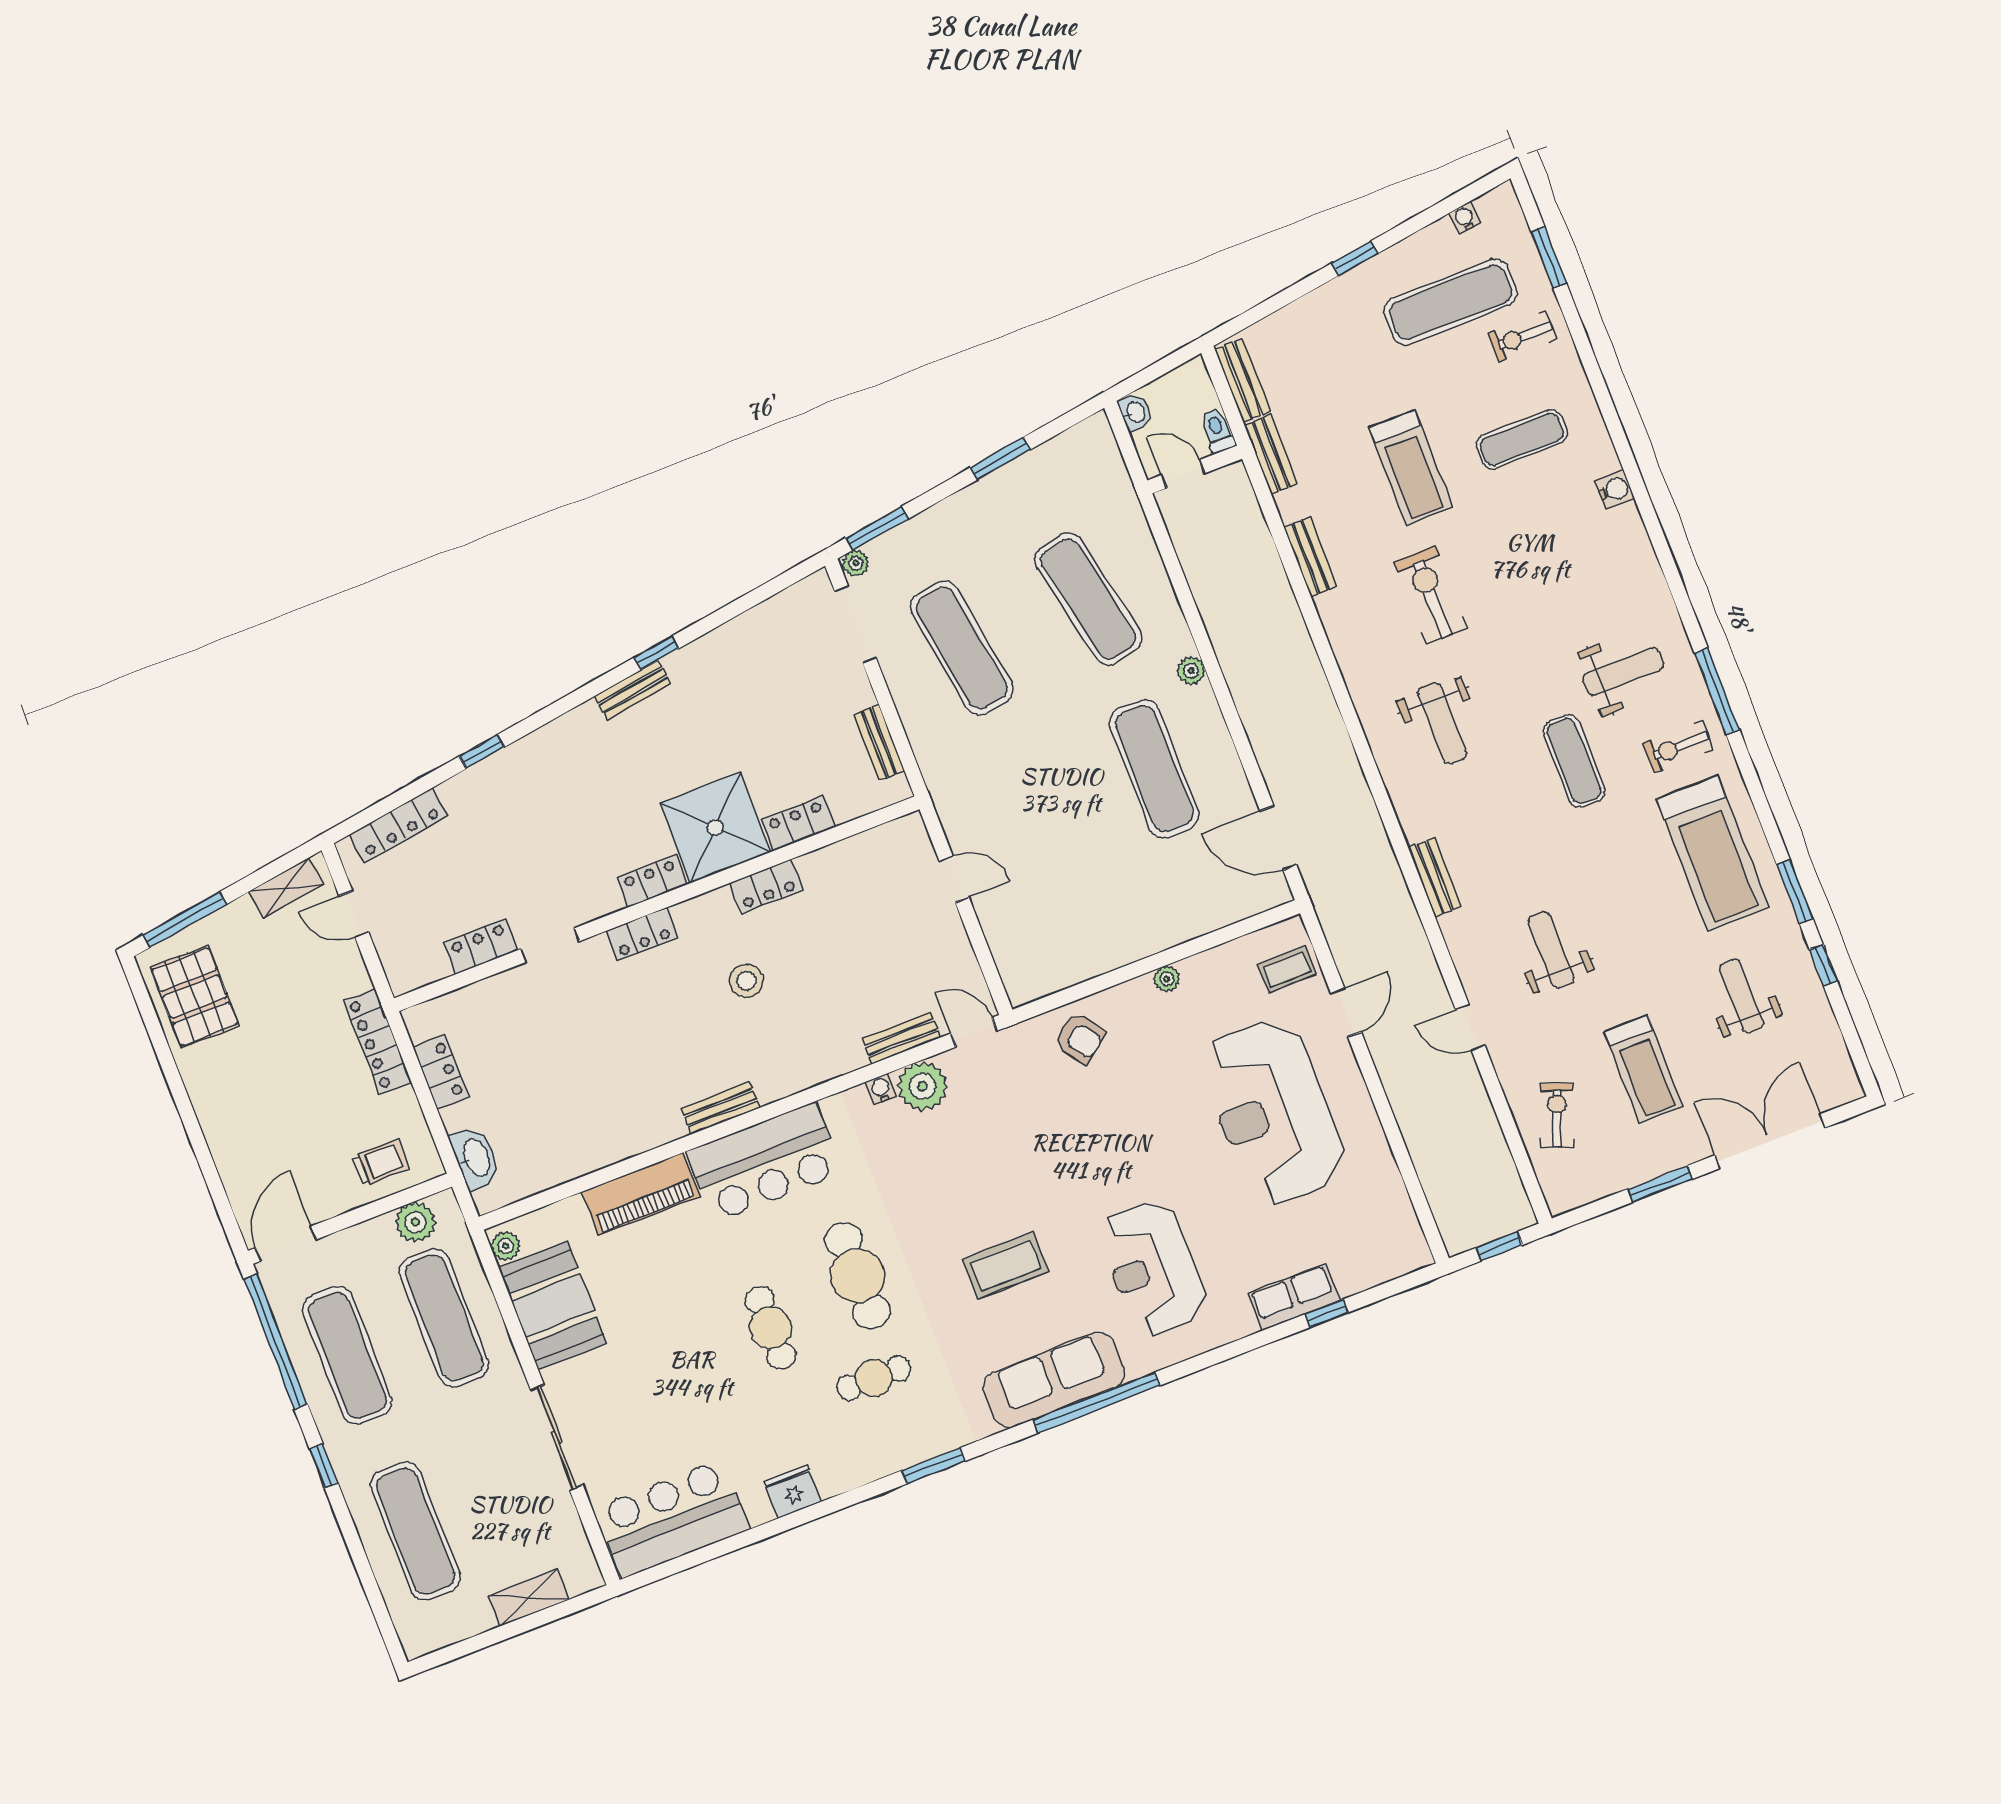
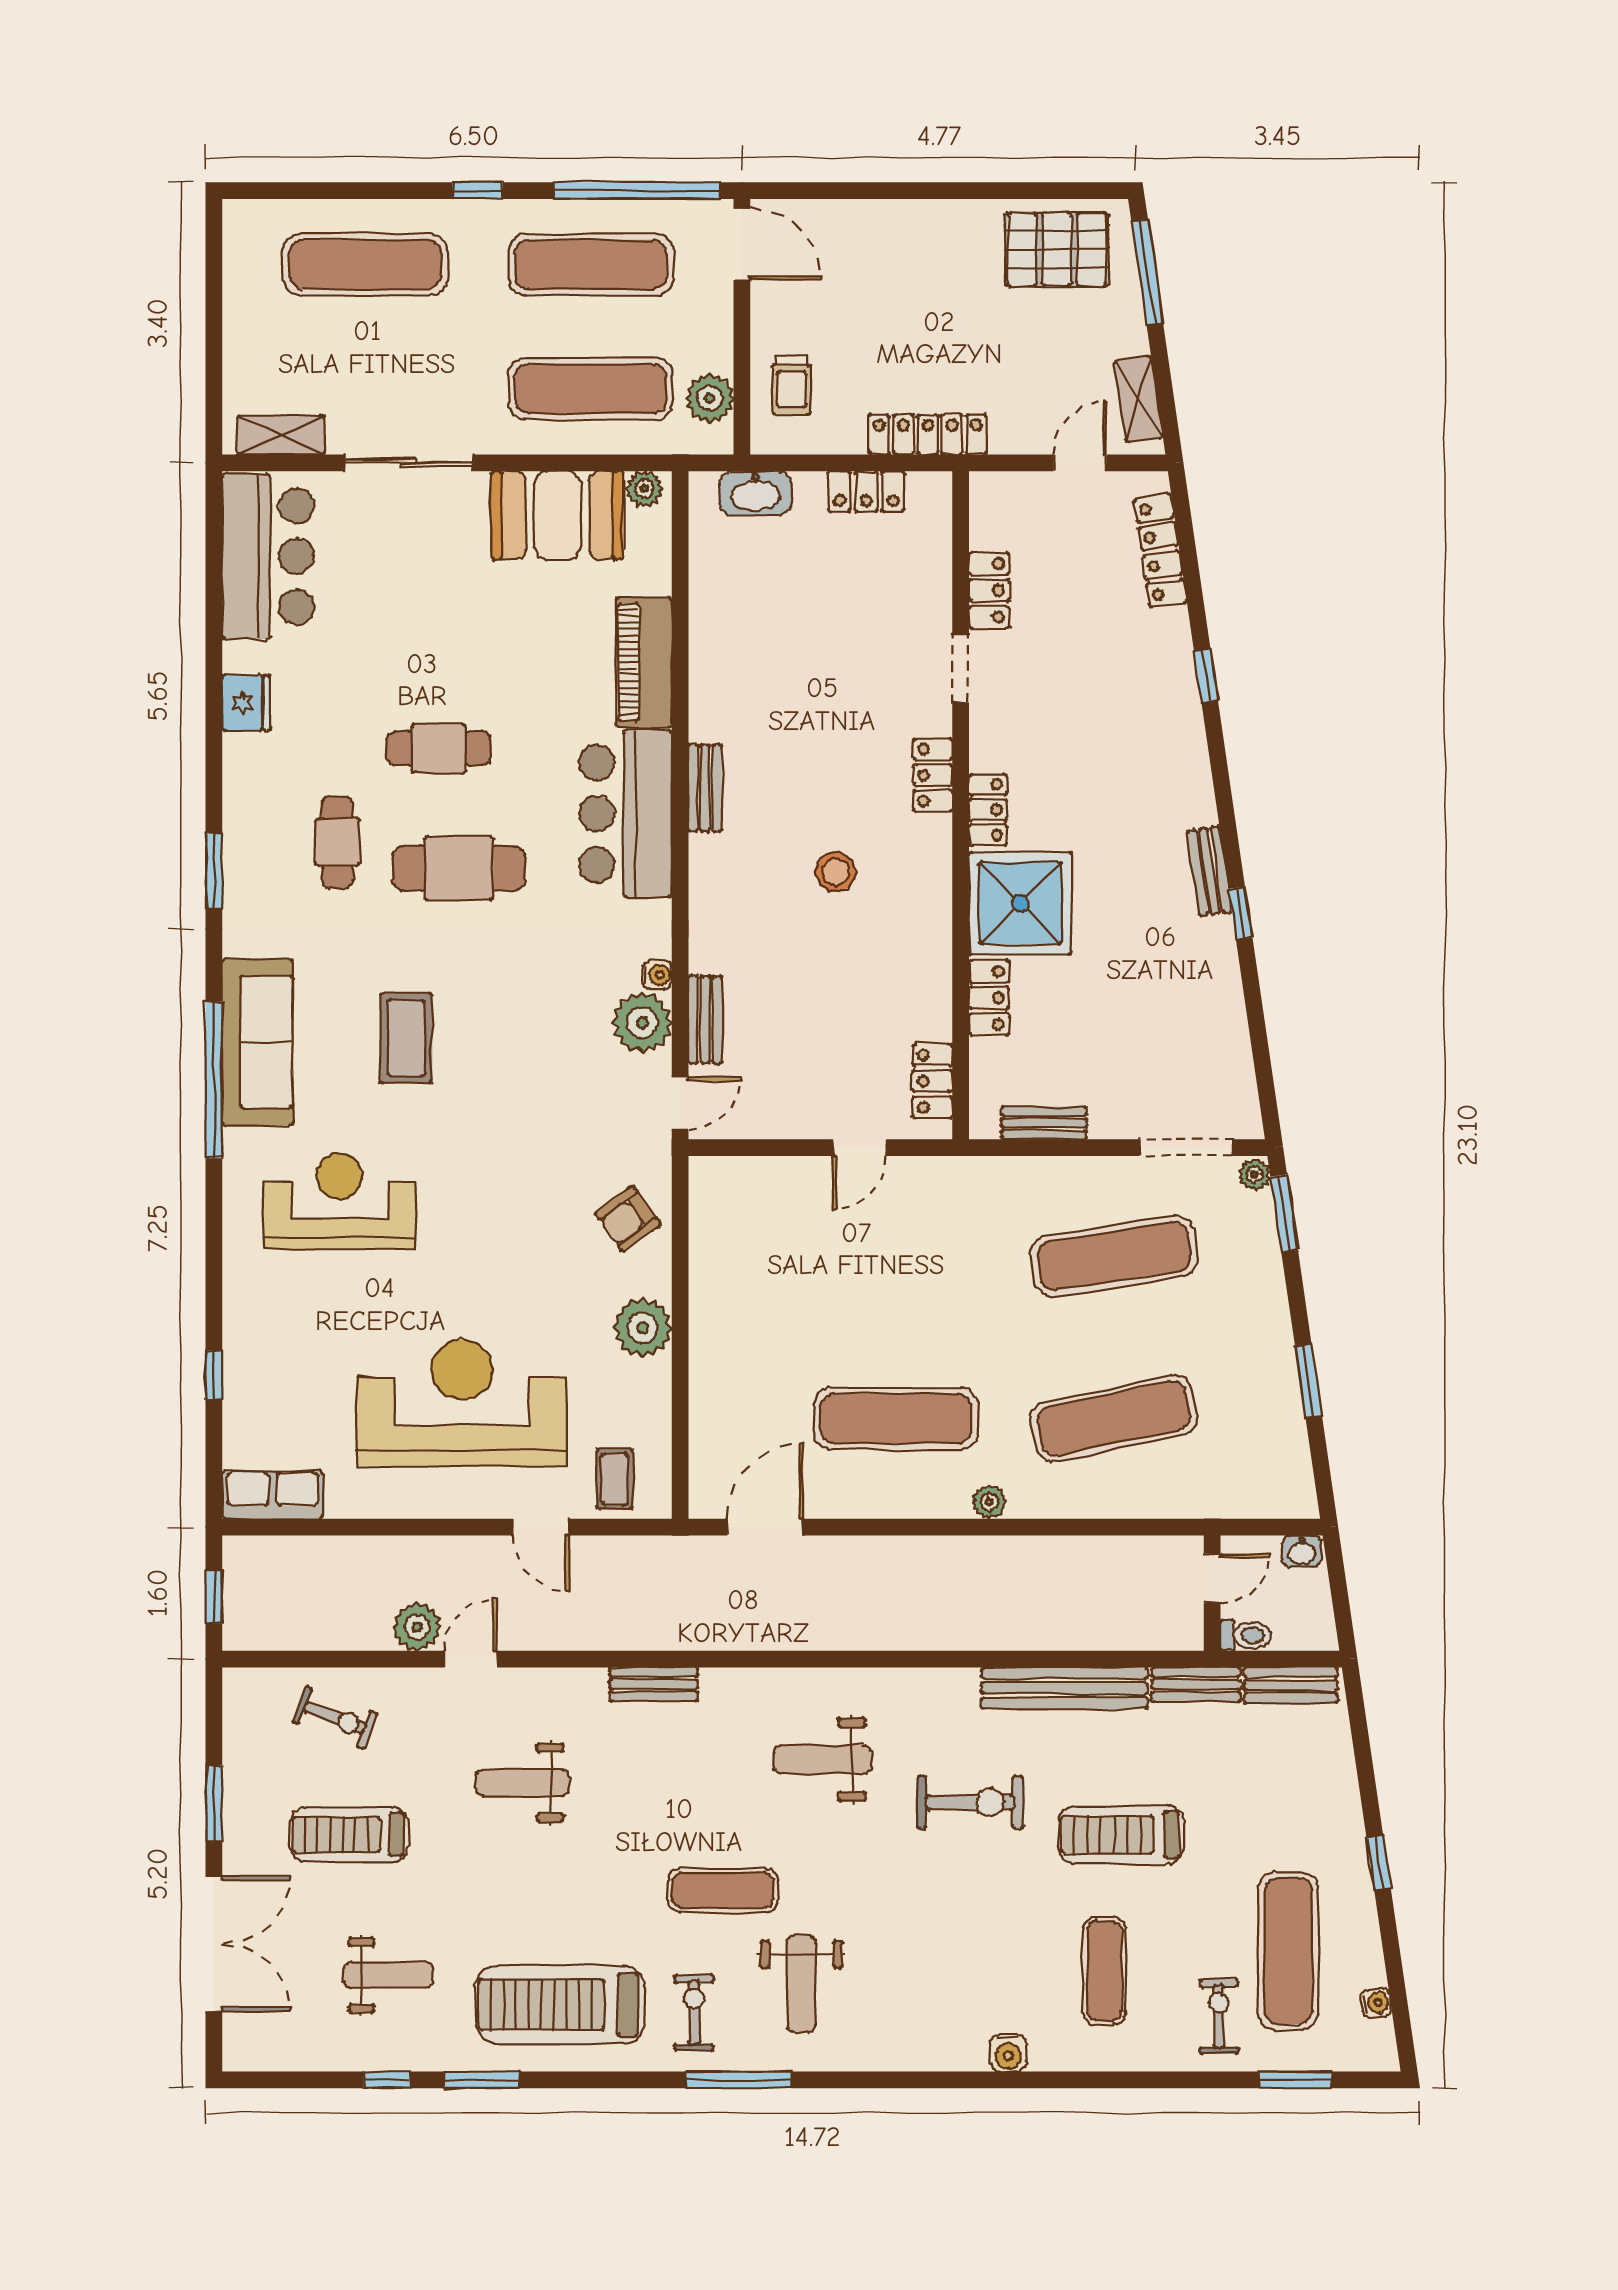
bench: (1311, 557) -> (1064, 1688), width x1.86, depth x1.21
locker: (766, 887) -> (932, 1081), moved
weight bench: (1551, 950) -> (522, 1783), turned 180
plant: (1167, 979) -> (643, 1328), width x1.88, depth x1.88
plant: (1461, 1079) -> (417, 1627), added
row of seats: (1294, 1297) -> (273, 1495), moved, turned -90
shelving: (529, 1598) -> (281, 435), moved, turned 90

